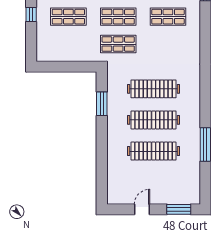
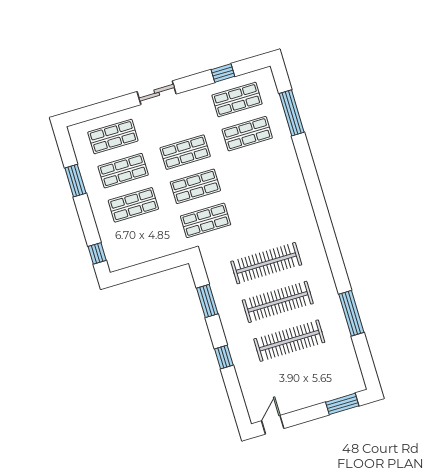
window: (31, 15) -> (97, 253), moved
shop shelf: (168, 17) -> (257, 168), removed
window: (102, 149) -> (224, 357), added
door: (142, 209) -> (273, 425), moved

